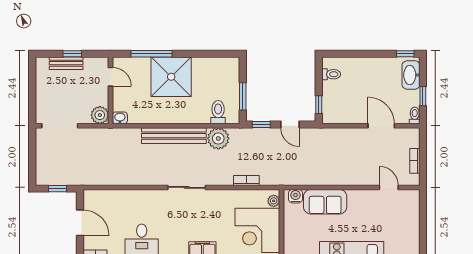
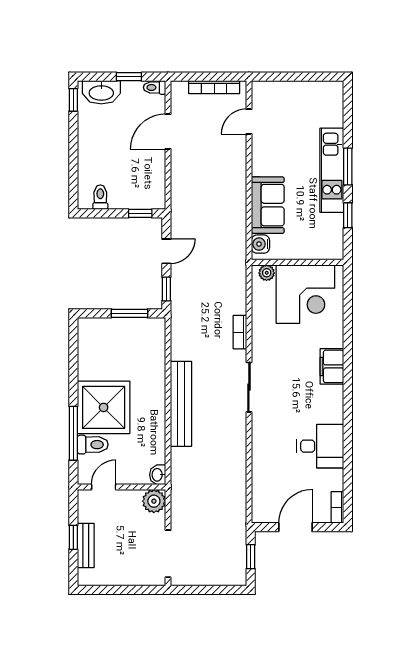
toilet: (218, 112) -> (93, 445), moved, turned 180
plant: (218, 138) -> (185, 345), removed
bookcase: (415, 161) -> (214, 87), width x1.56
bookcase: (246, 180) -> (240, 332), moved

